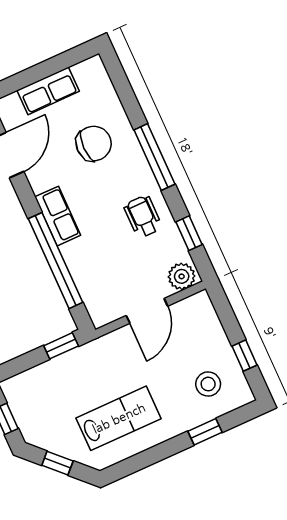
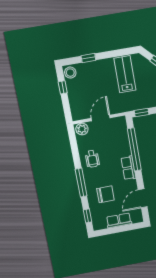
chair: (94, 144) -> (105, 194), turned 180
window: (189, 233) -> (87, 216), moved
stool: (208, 384) -> (70, 73), moved
lab bench: (119, 418) -> (125, 74), turned 90

